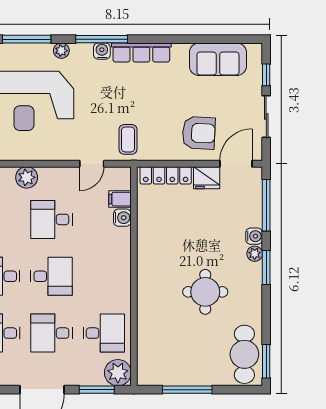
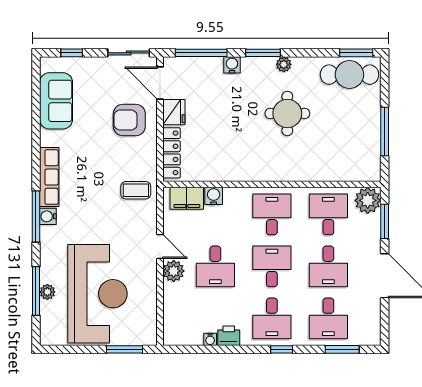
plant: (61, 51) -> (47, 292), moved
sliding door: (266, 117) -> (129, 53), moved
armchair: (199, 133) -> (129, 120), turned -93
door: (92, 164) -> (160, 247), moved
plant: (27, 177) -> (174, 271), moved
filing cabinet: (120, 199) -> (187, 198), width x2.00
plant: (255, 254) -> (284, 64), moved
desk: (104, 276) -> (272, 214), added

